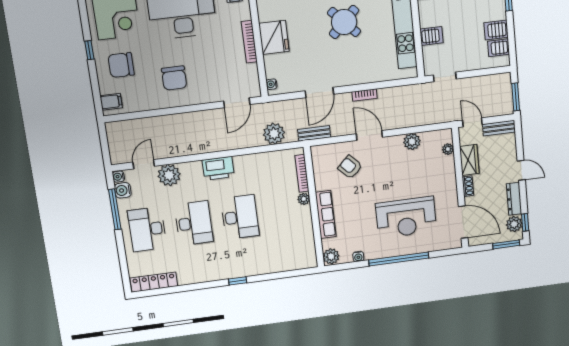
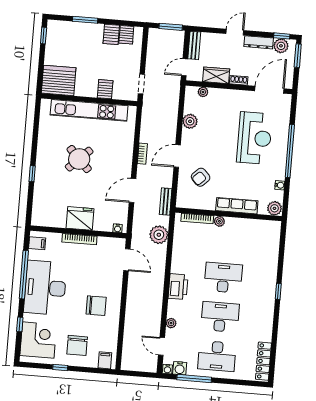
door: (319, 93) -> (133, 191), swing flipped
plant: (169, 175) -> (171, 323), width x0.53, depth x0.53

